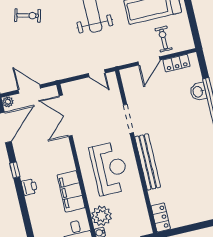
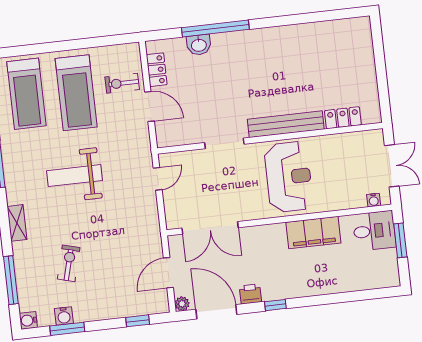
reception desk: (109, 169) -> (289, 177), turned 90
printer: (29, 187) -> (250, 294), moved
plant: (102, 216) -> (351, 195), removed
locker: (161, 217) -> (343, 118), moved

